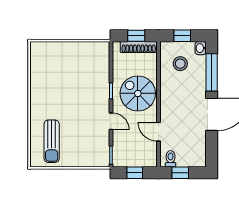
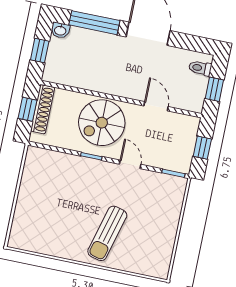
stool: (180, 64) -> (75, 60), removed
door: (111, 121) -> (130, 164), hinge flipped
door: (158, 132) -> (156, 106), swing flipped
sun lounger: (52, 141) -> (107, 233), moved, turned 105
toilet: (171, 159) -> (200, 68), moved

